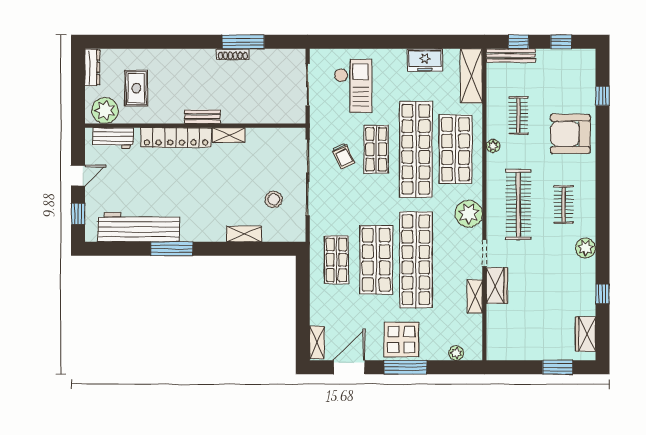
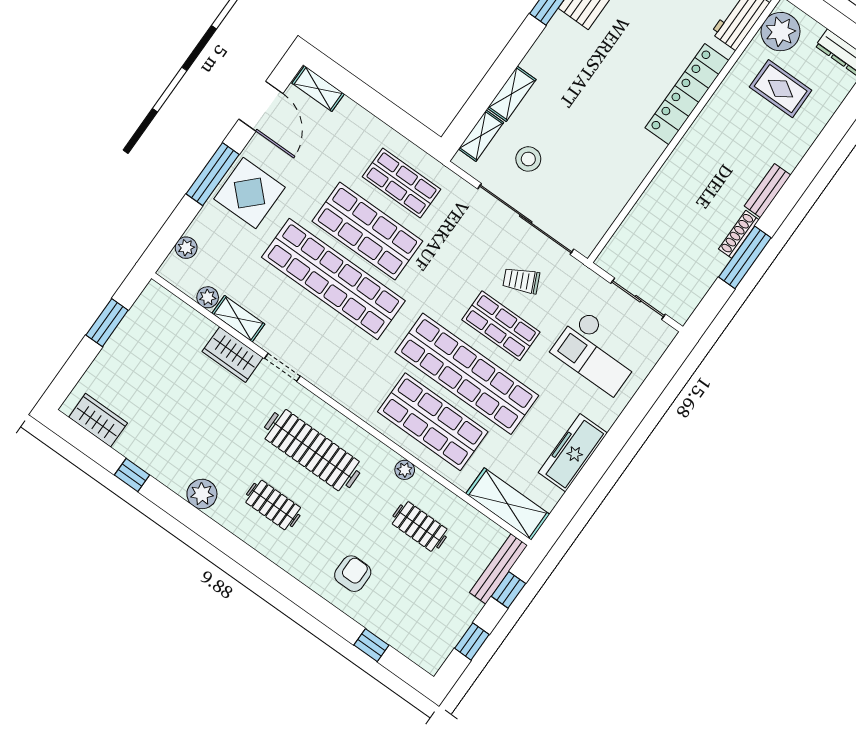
freezer: (425, 60) -> (573, 453), width x1.40
bench: (202, 117) -> (767, 191), moved
armchair: (570, 134) -> (353, 574), width x0.53, depth x0.53
shelving: (229, 135) -> (481, 136), moved
plant: (469, 214) -> (208, 297), moved, width x0.53, depth x0.53
window: (558, 367) -> (107, 323), moved

